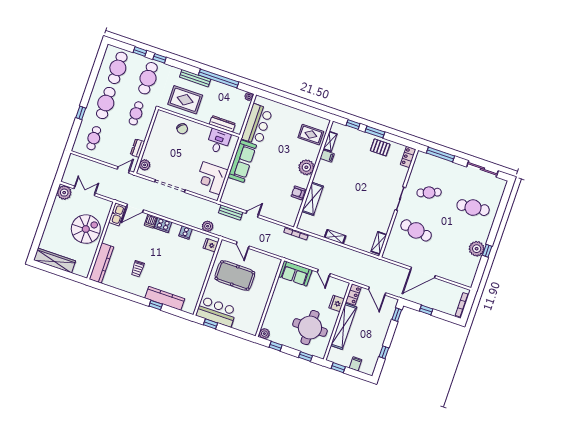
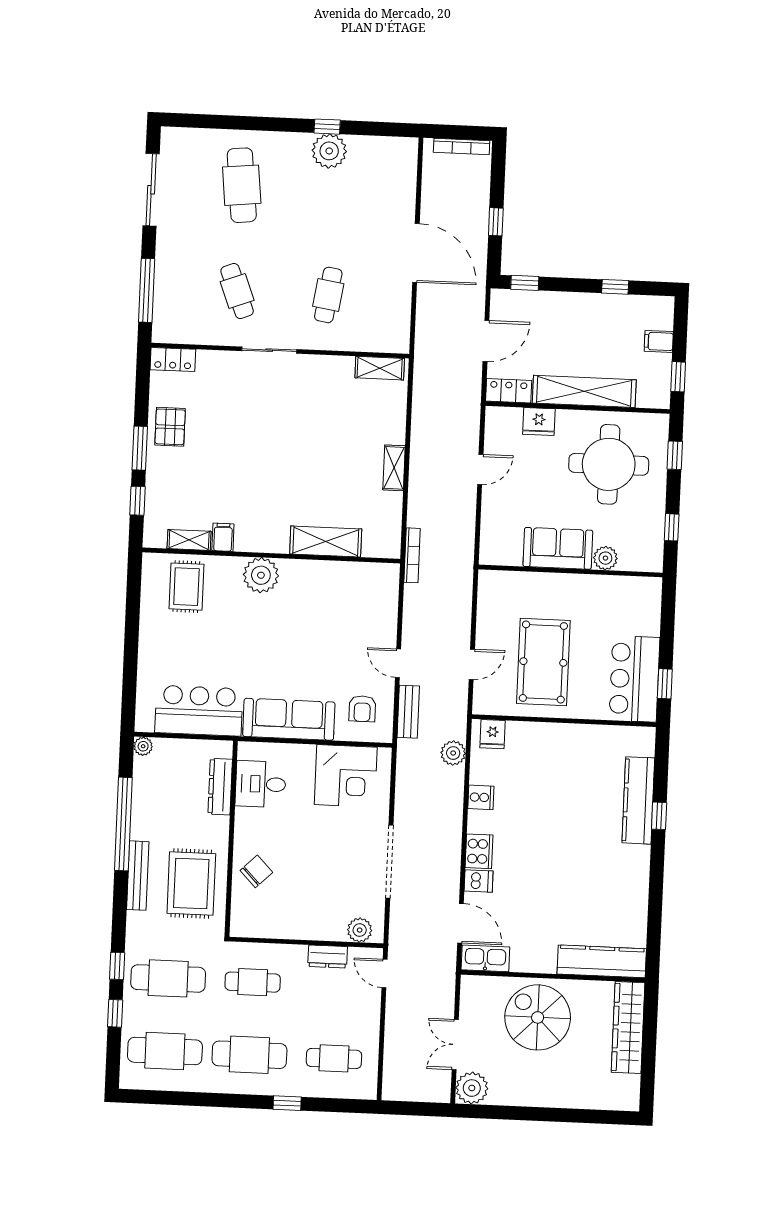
armchair: (298, 193) -> (362, 709), moved
cafe table: (416, 230) -> (328, 295), width x0.73, depth x0.74
wardrobe: (55, 260) -> (628, 1027), moved
trolley: (138, 269) -> (591, 879), removed
sofa: (295, 273) -> (558, 548), moved, turned -90
plant: (264, 334) -> (605, 558), moved

